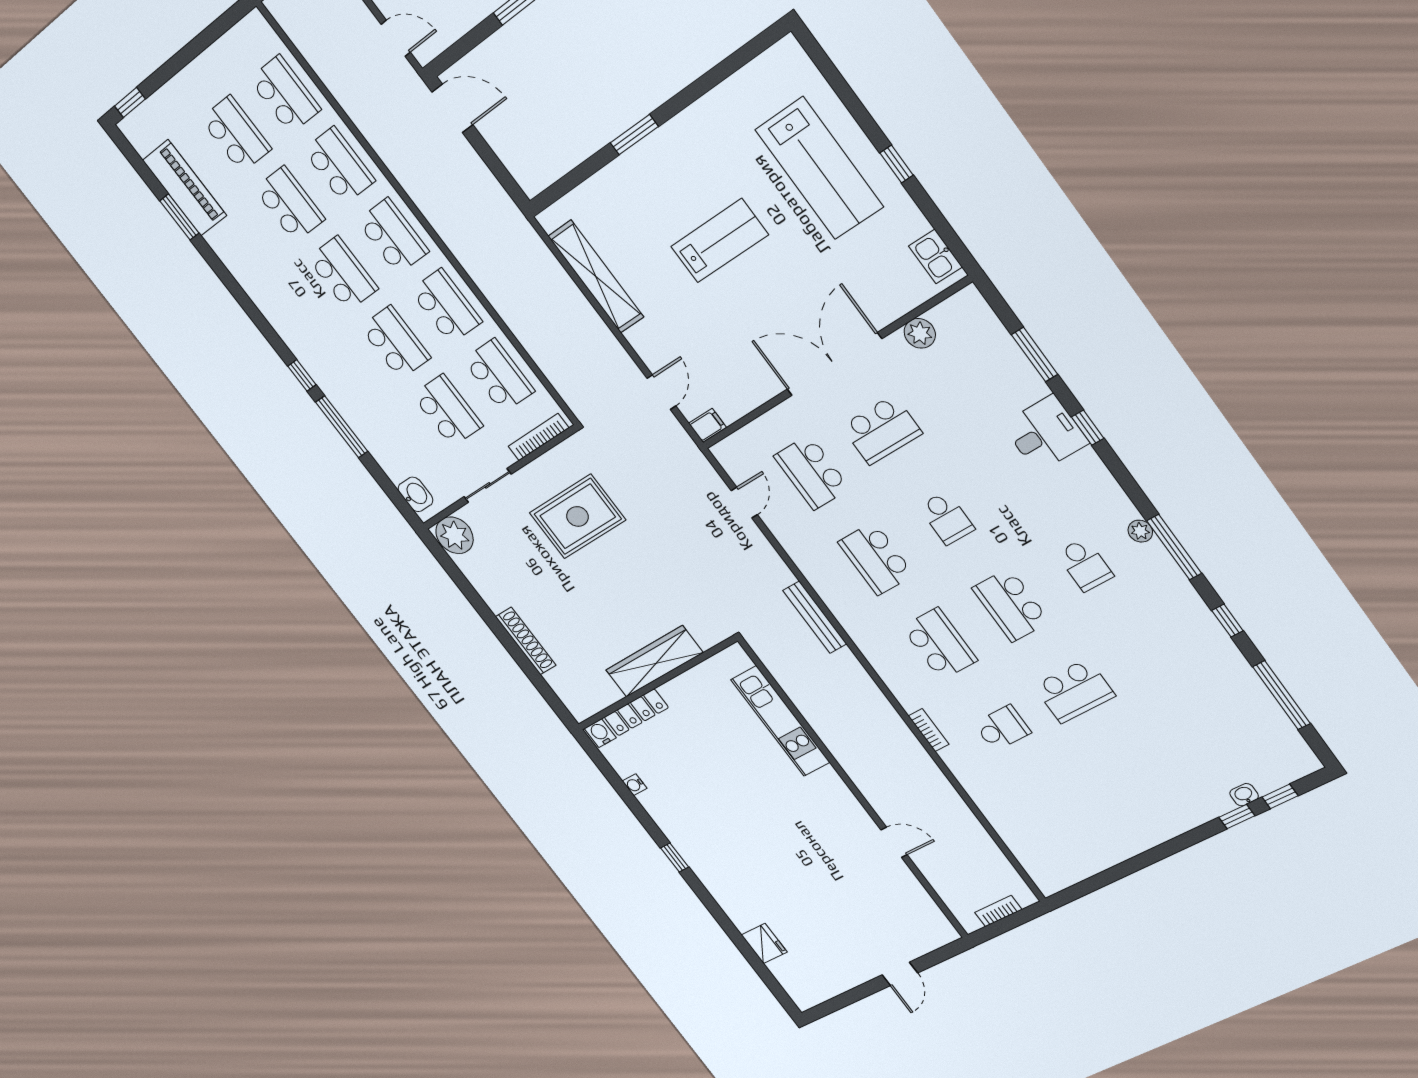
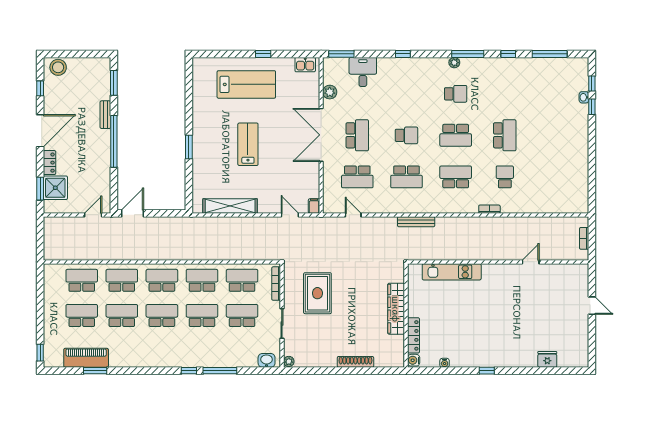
window: (1035, 354) -> (341, 54), moved
desk: (1045, 434) -> (363, 72), moved
plant: (455, 535) -> (289, 361), width x0.53, depth x0.53

